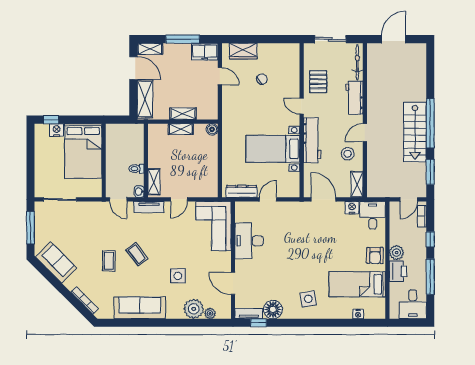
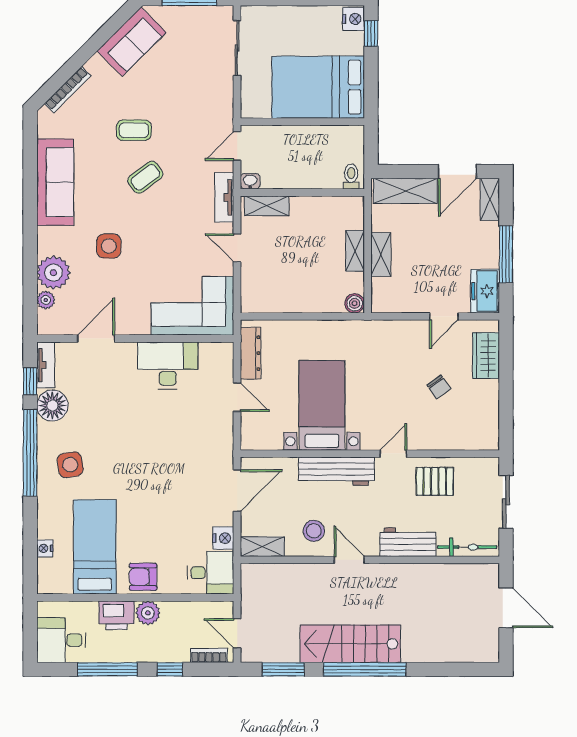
nightstand: (57, 130) -> (353, 19), moved
toilet: (136, 169) -> (351, 177), moved
window: (301, 323) -> (30, 453), added

